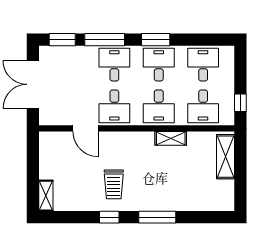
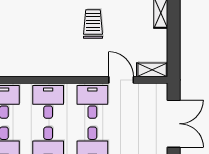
shelving: (171, 138) -> (152, 70), moved

